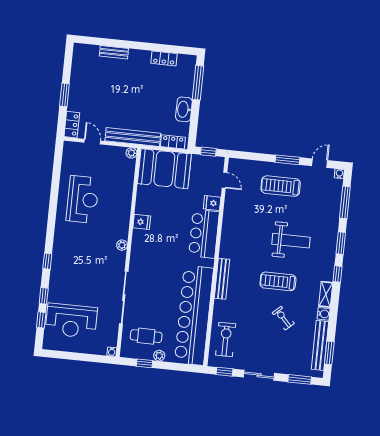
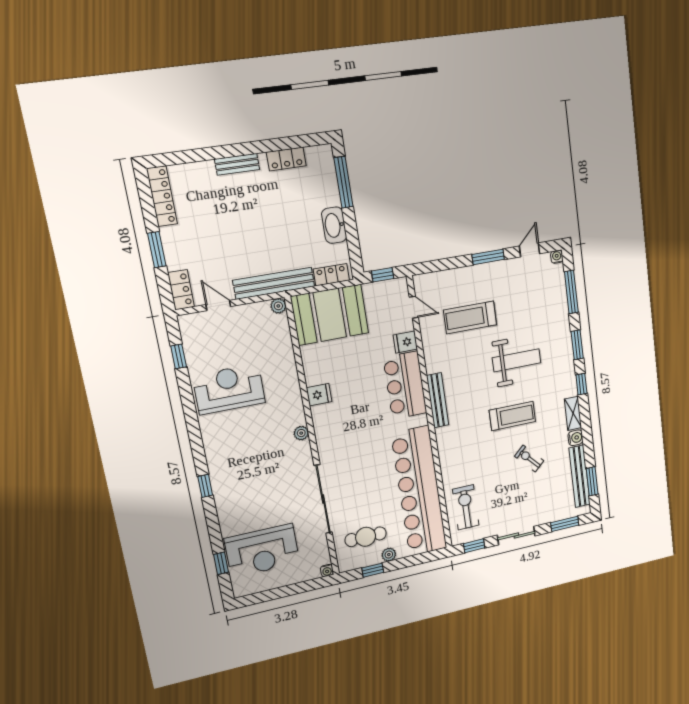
bench: (114, 52) -> (237, 164), moved
locker: (78, 62) -> (162, 196), added
treadmill: (281, 186) -> (470, 317), moved
reception desk: (83, 199) -> (229, 389), turned -90
bench: (222, 279) -> (438, 400), moved
treadmill: (278, 281) -> (512, 416), turned 180
window: (44, 296) -> (179, 356), moved

